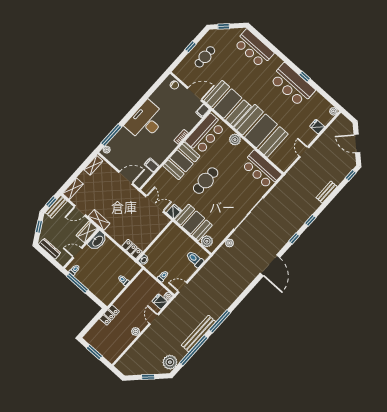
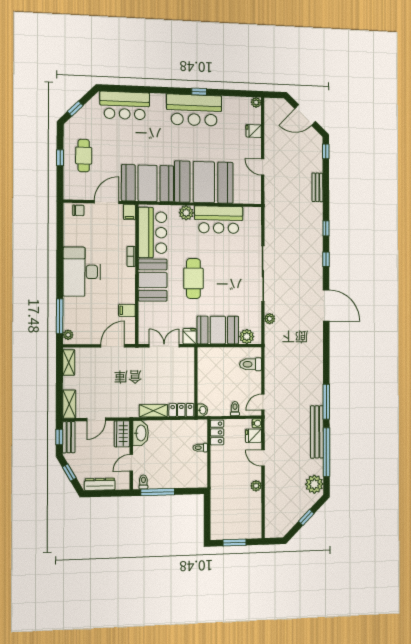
bar counter: (261, 170) -> (219, 220), moved
shelving: (99, 220) -> (153, 411), moved
locker: (109, 315) -> (217, 432), moved

